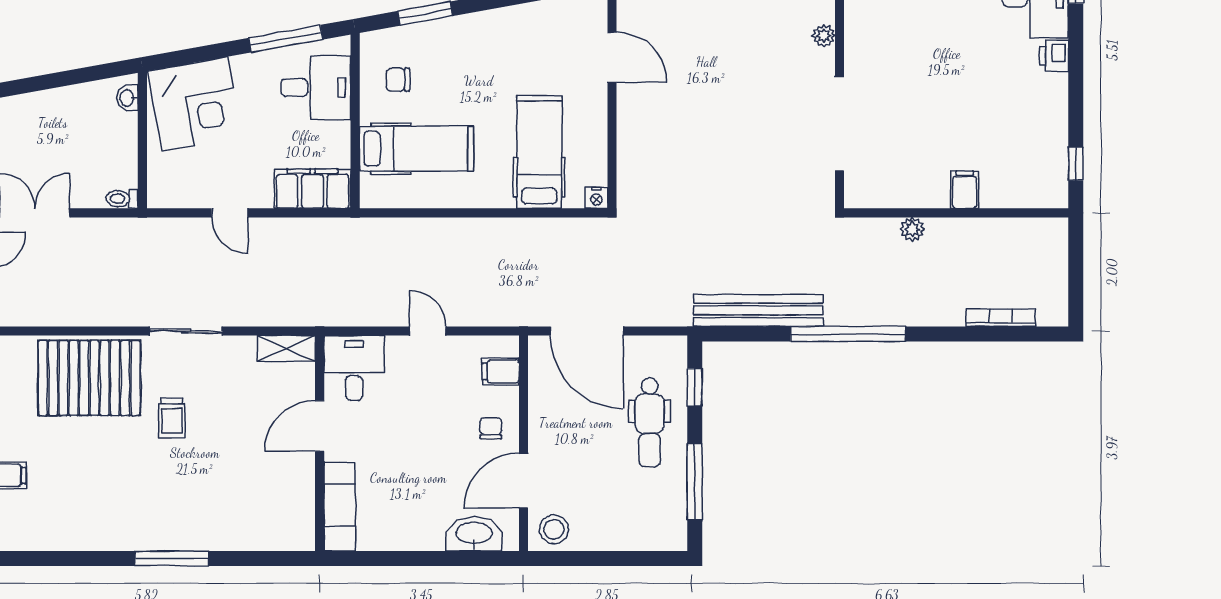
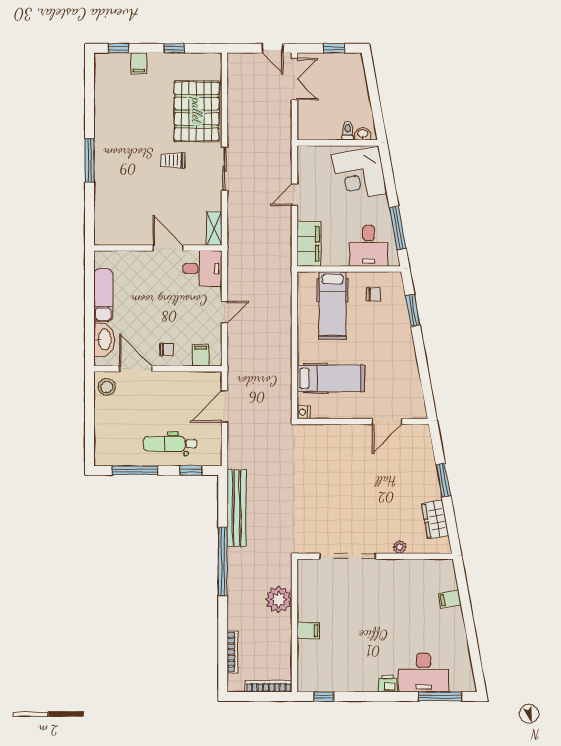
chair: (398, 80) -> (374, 294), turned 90
toilet: (122, 199) -> (348, 131), moved
plant: (912, 229) -> (279, 600), width x1.88, depth x1.88
bookcase: (1058, 257) -> (269, 686), added
door: (587, 331) -> (224, 406), width x0.73
exam couch: (340, 506) -> (103, 295), moved, turned -90

